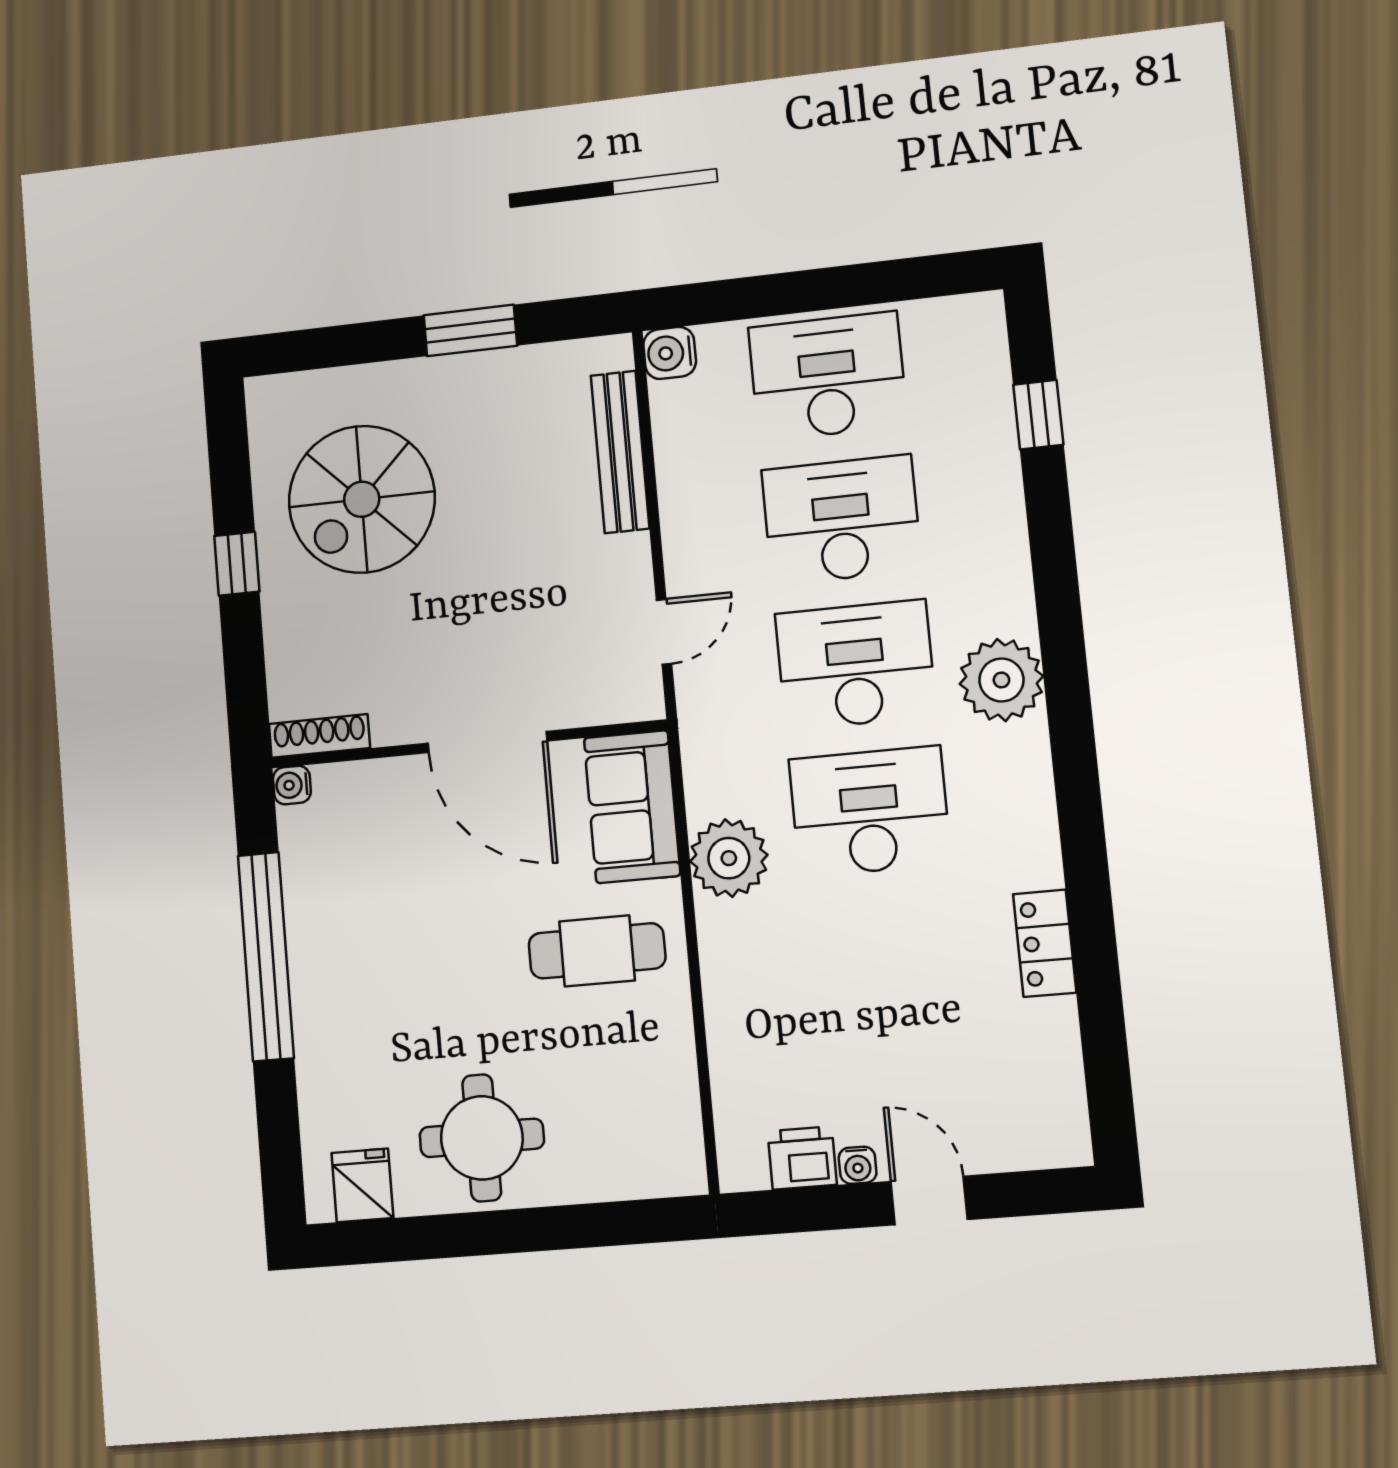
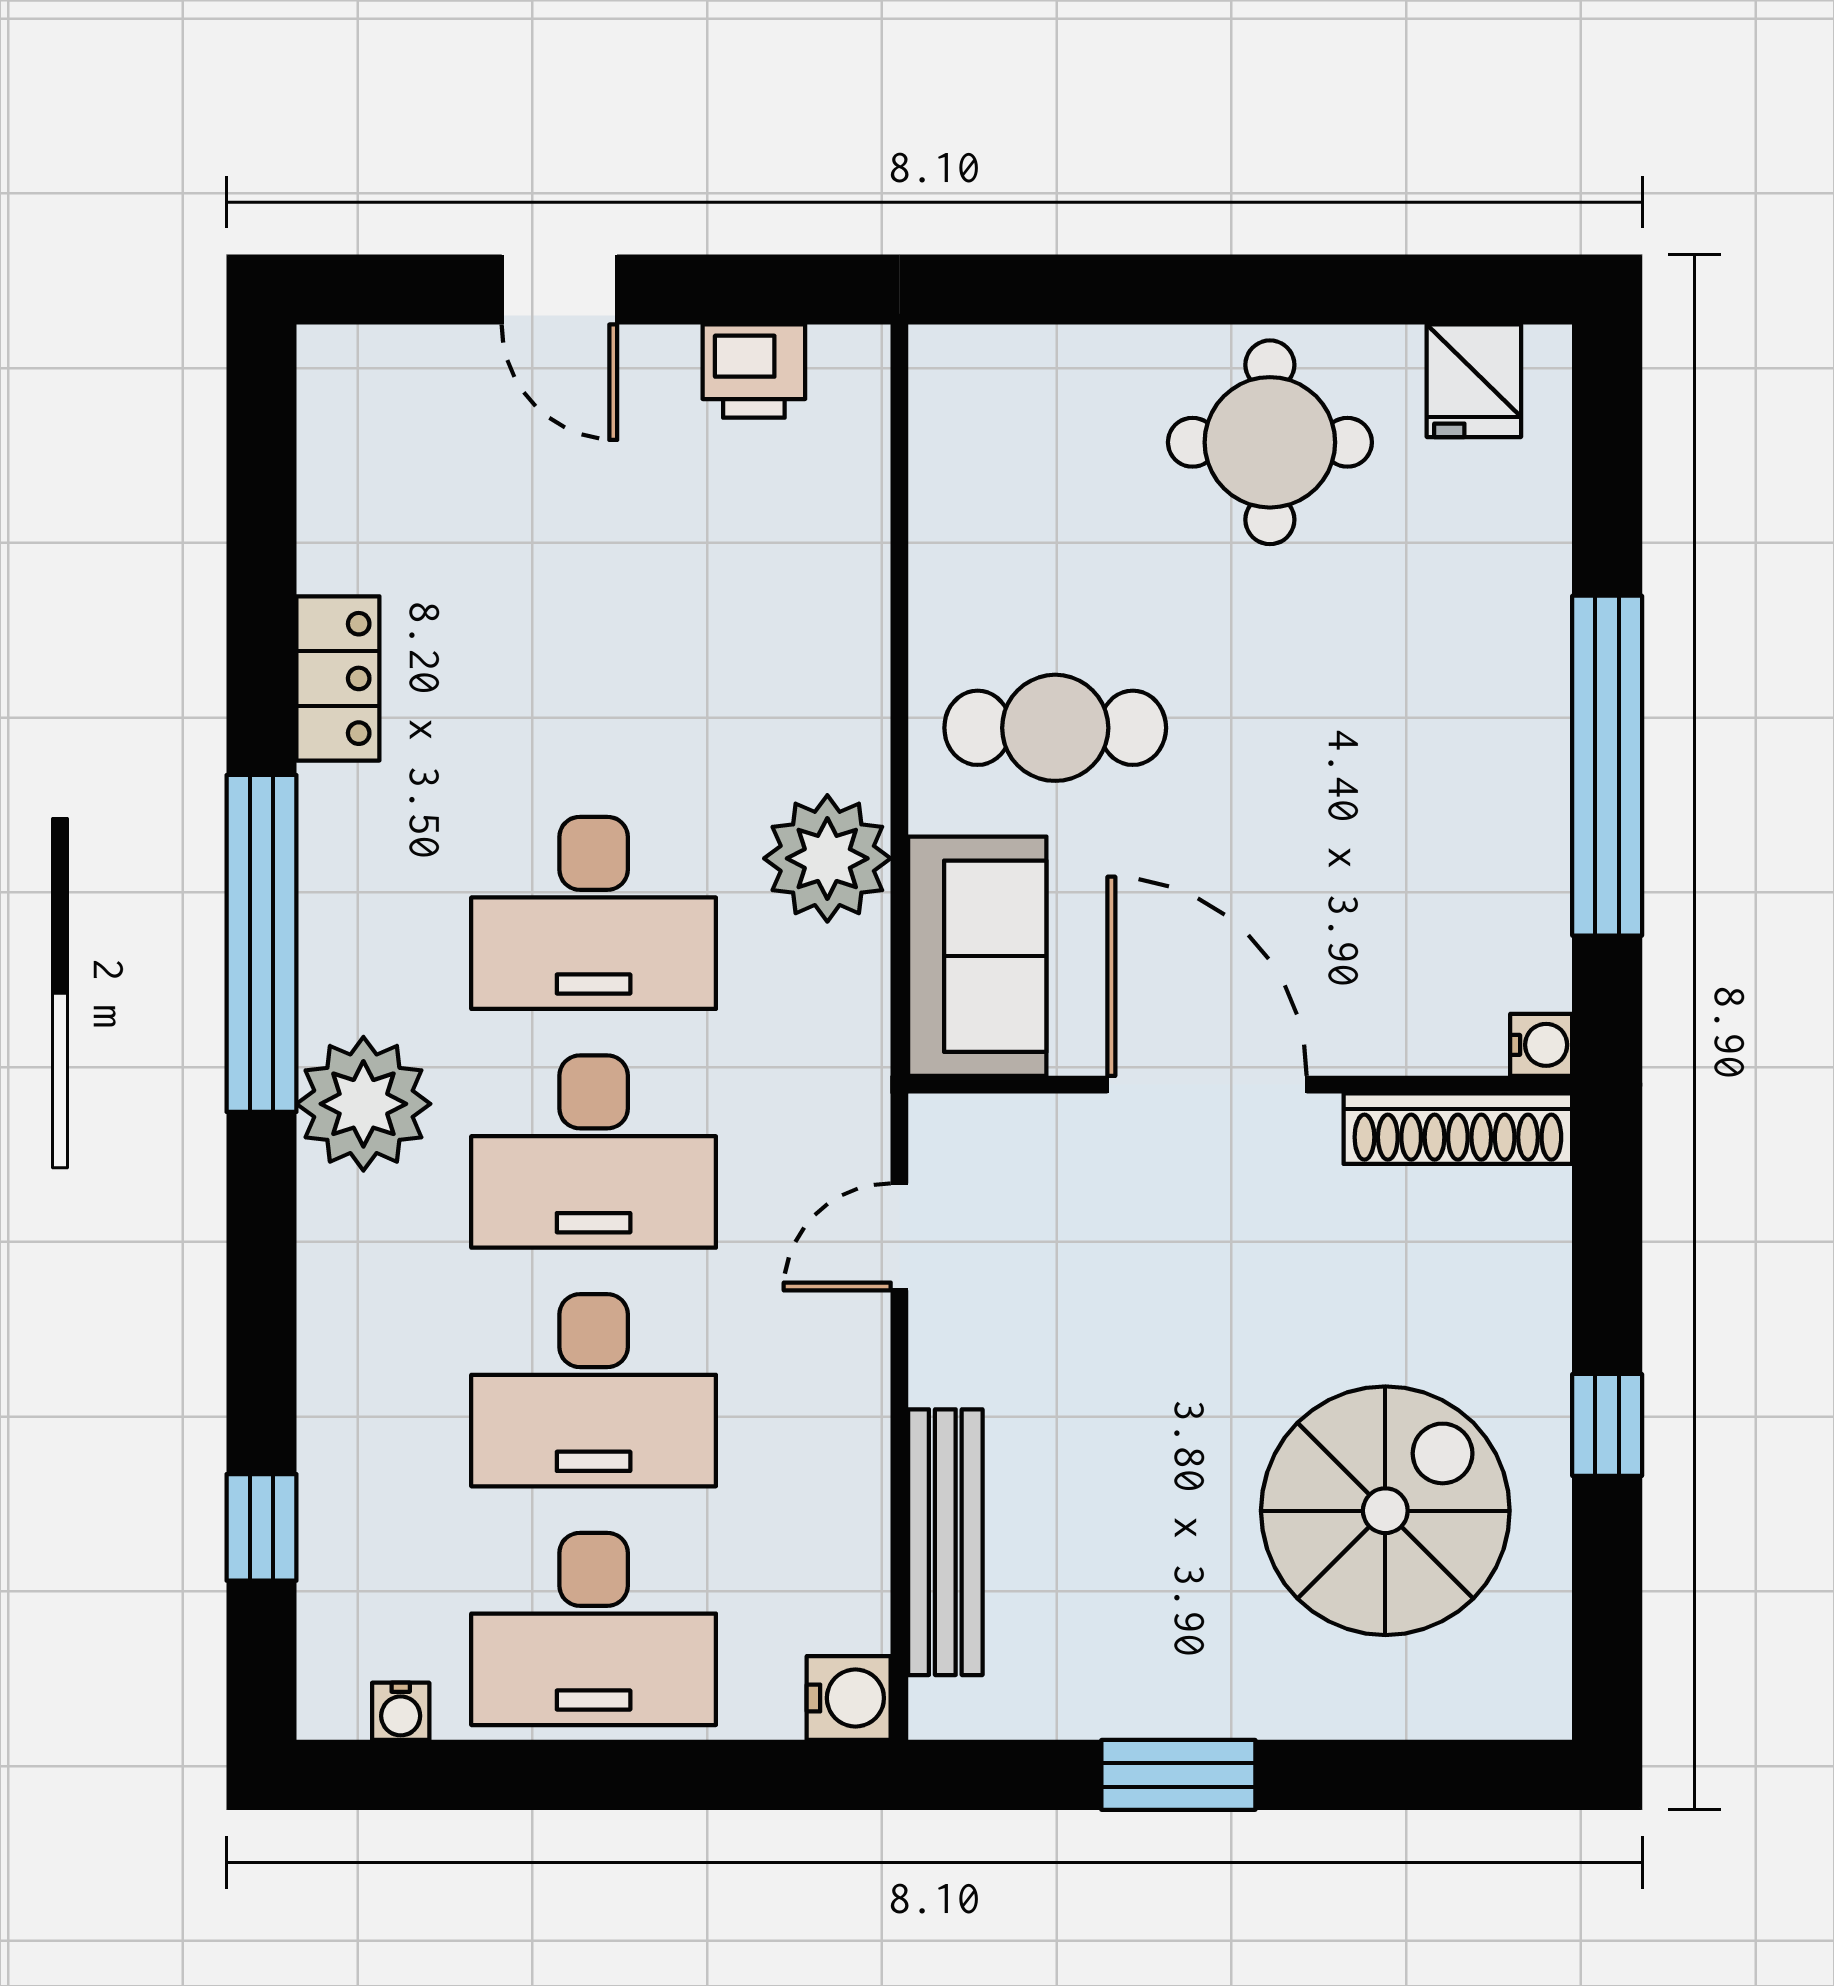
shoe rack: (319, 736) -> (1458, 1129), width x1.36, depth x1.24
window: (1076, 773) -> (262, 943), added
water cooler: (858, 1165) -> (401, 1711), moved, turned 180

